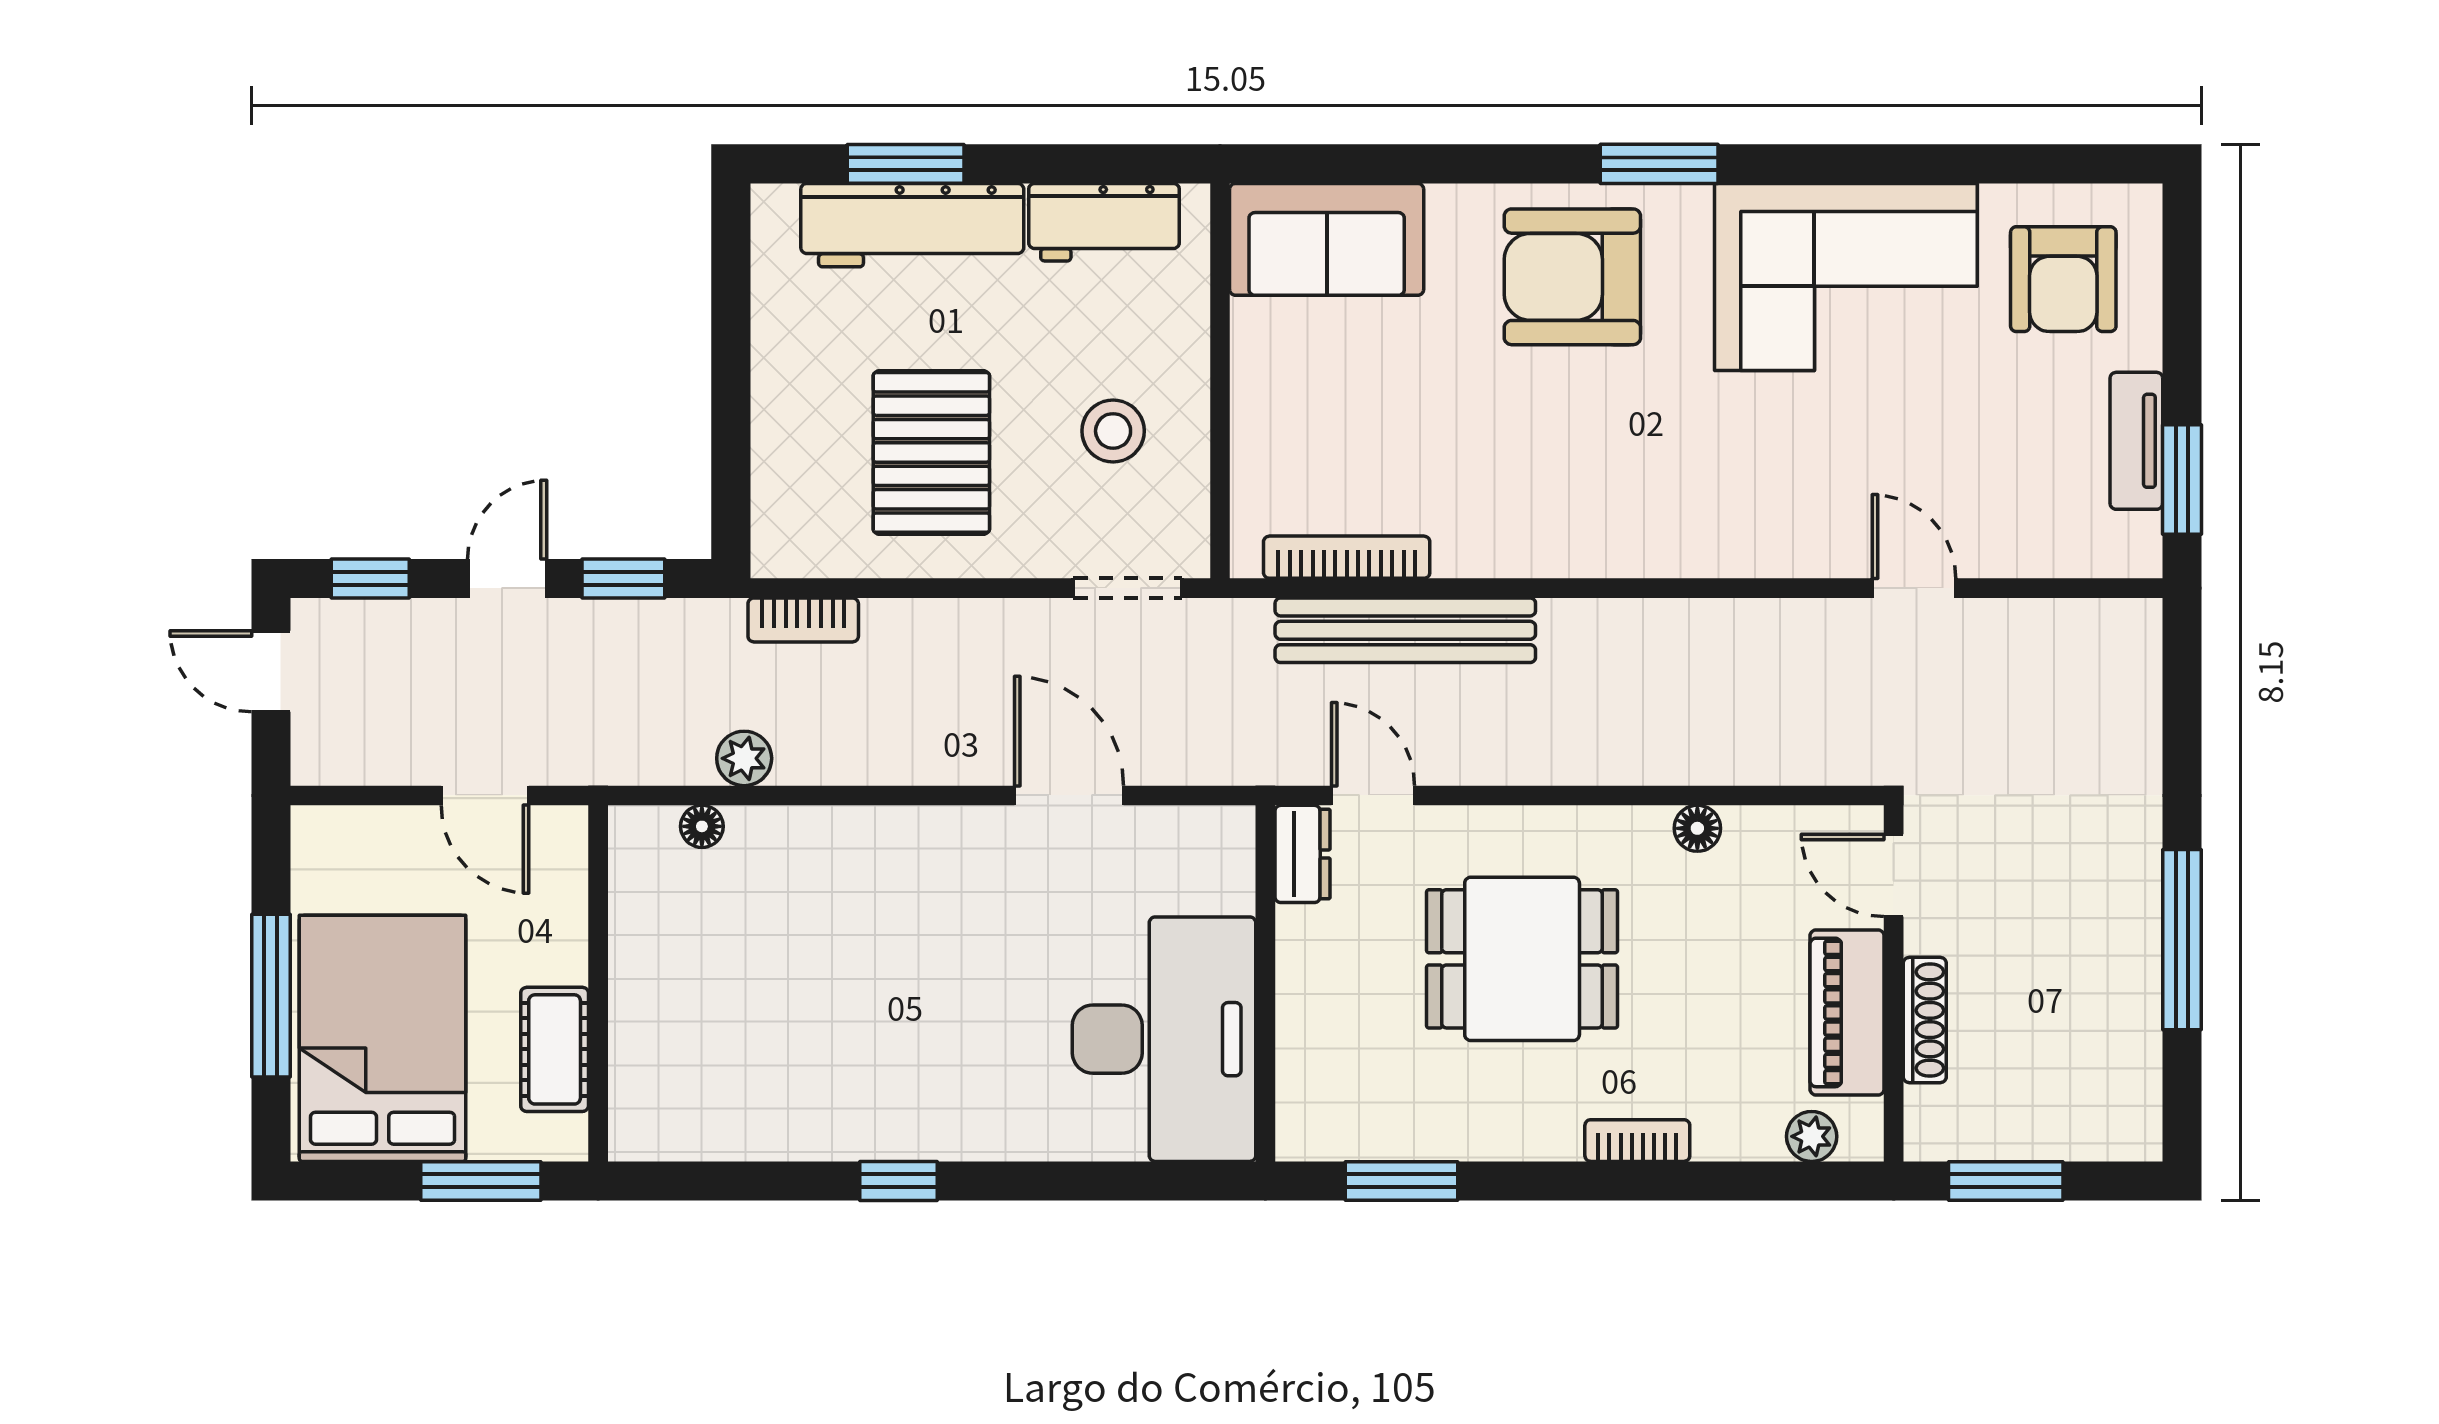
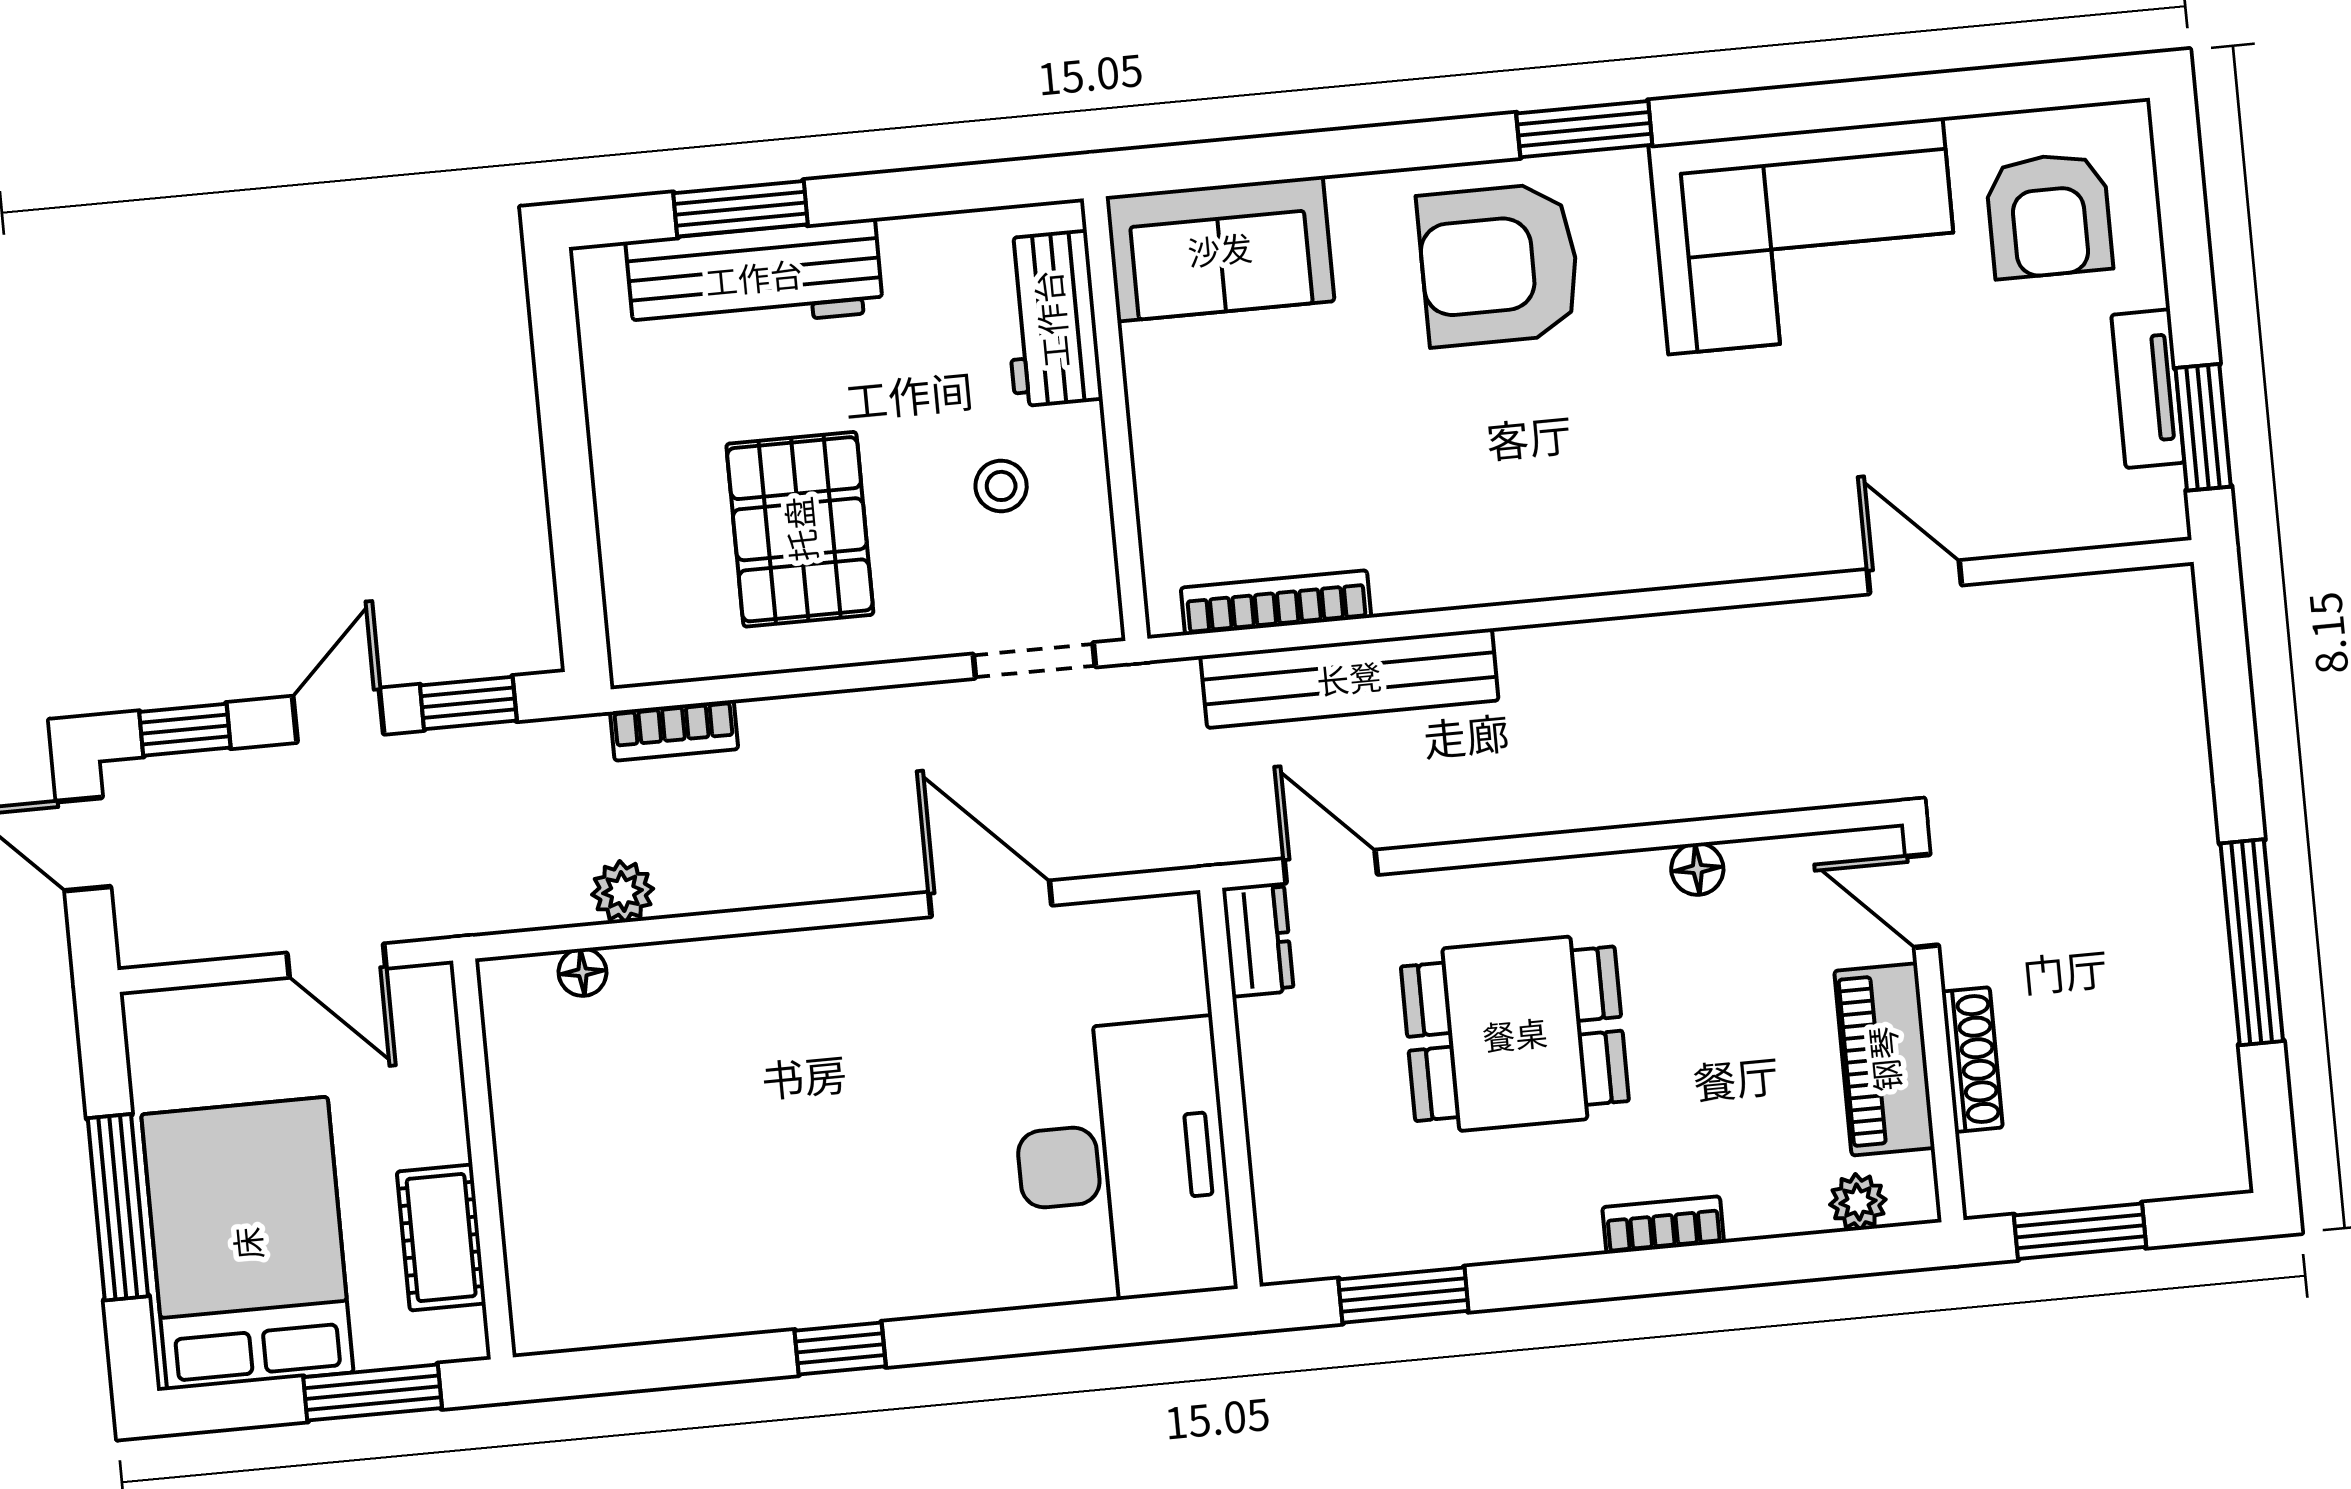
workbench: (1104, 222) -> (1051, 319), moved, turned 90
stool: (1113, 431) -> (1001, 486), width x0.73, depth x0.73

